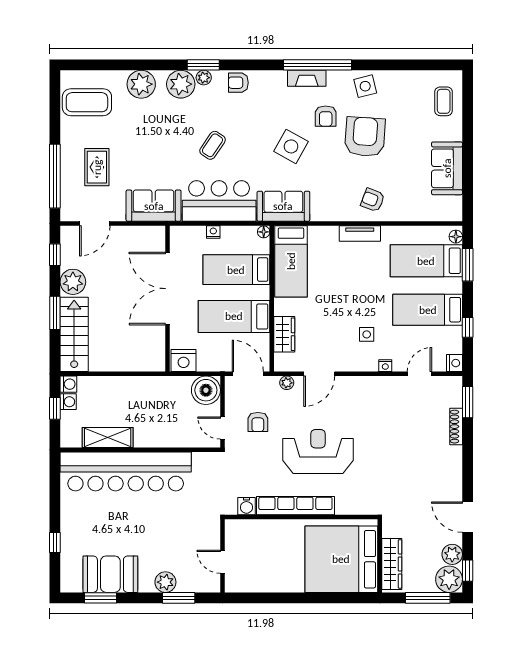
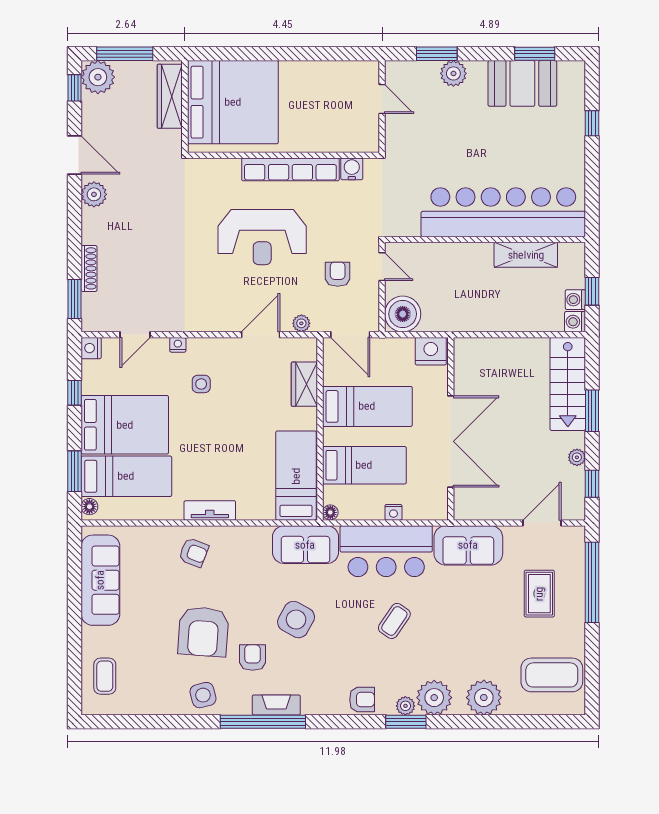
sofa: (447, 168) -> (100, 580), width x1.36
plant: (73, 282) -> (577, 457), width x0.53, depth x0.53
bed: (428, 310) -> (125, 425), width x1.50
plant: (452, 554) -> (94, 194), moved

